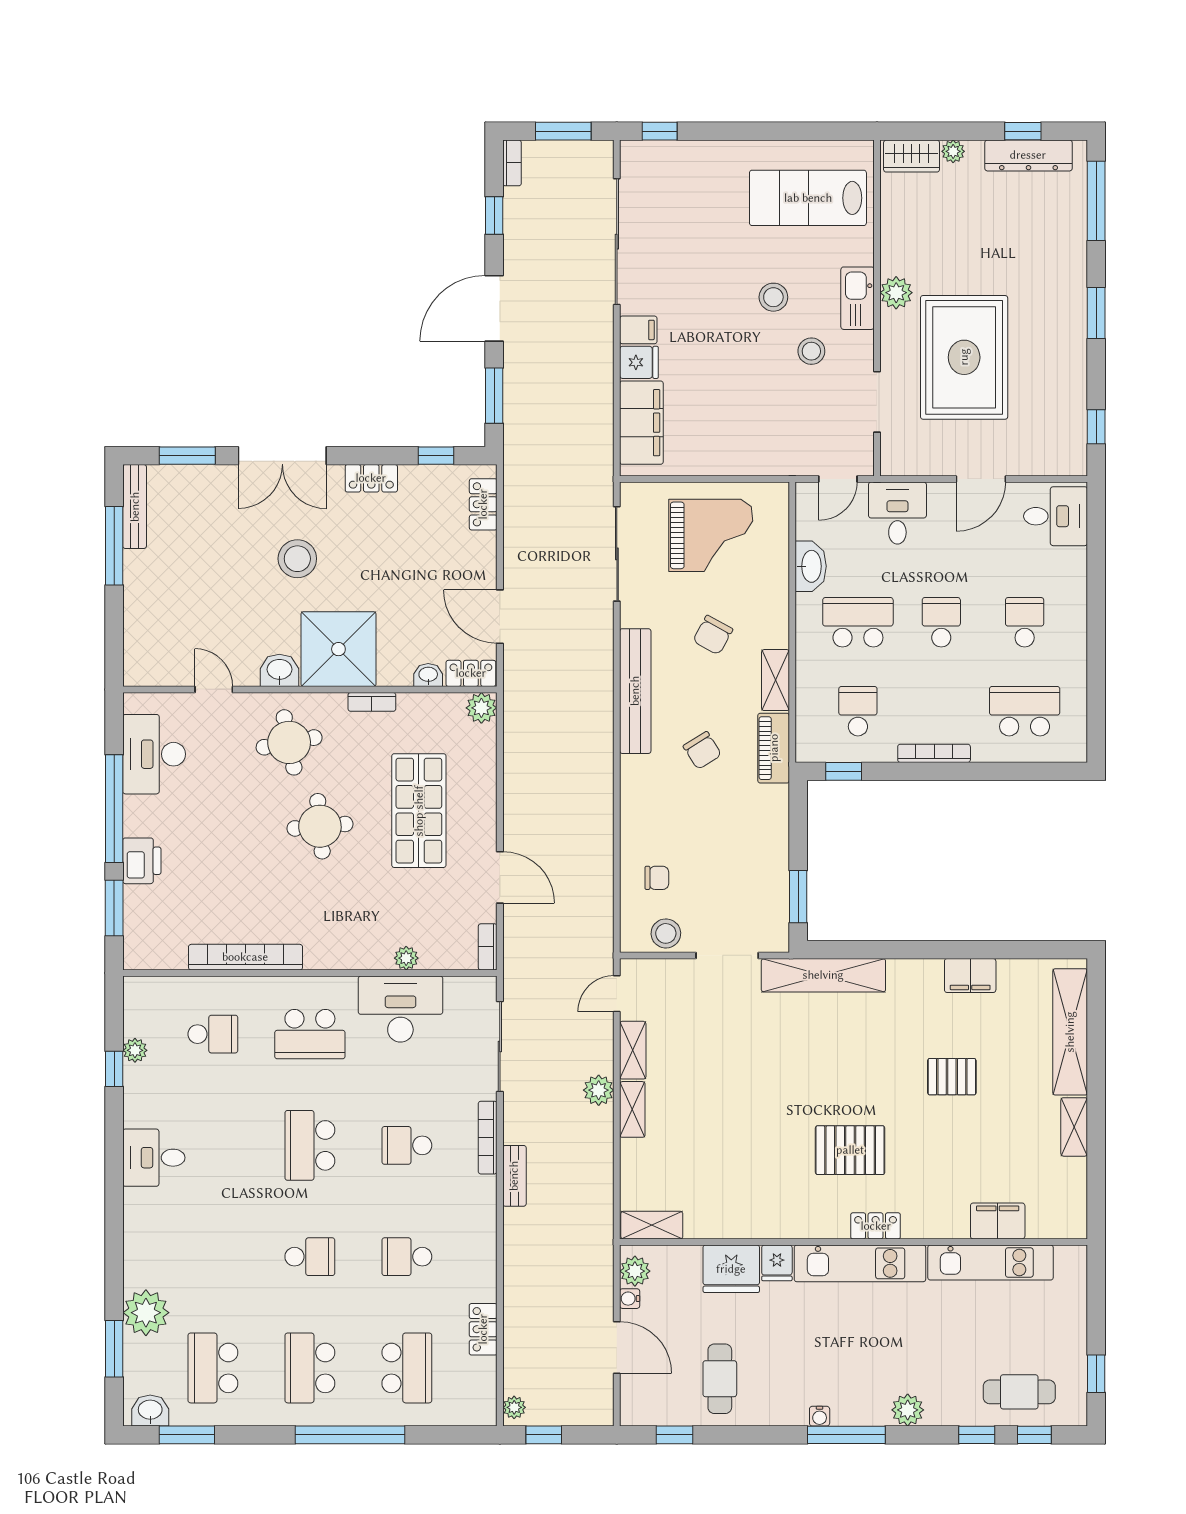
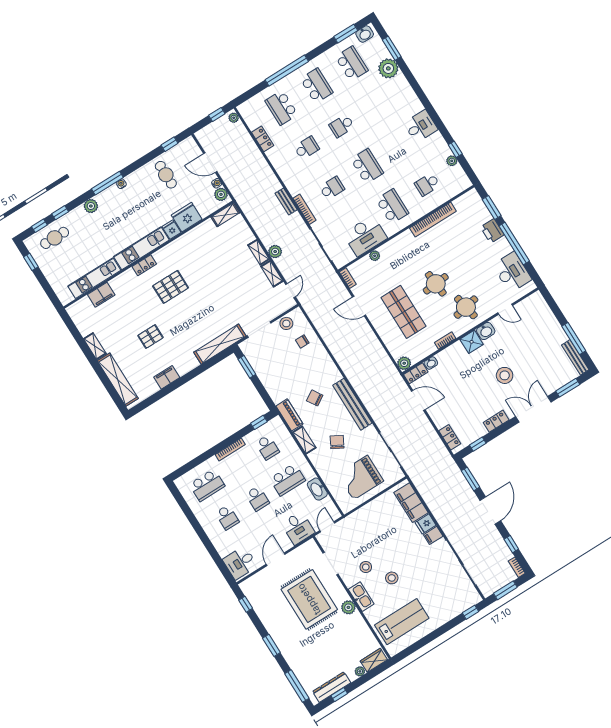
shower: (338, 649) -> (472, 342), width x0.54, depth x0.54
school desk: (310, 1034) -> (392, 206), turned 90

